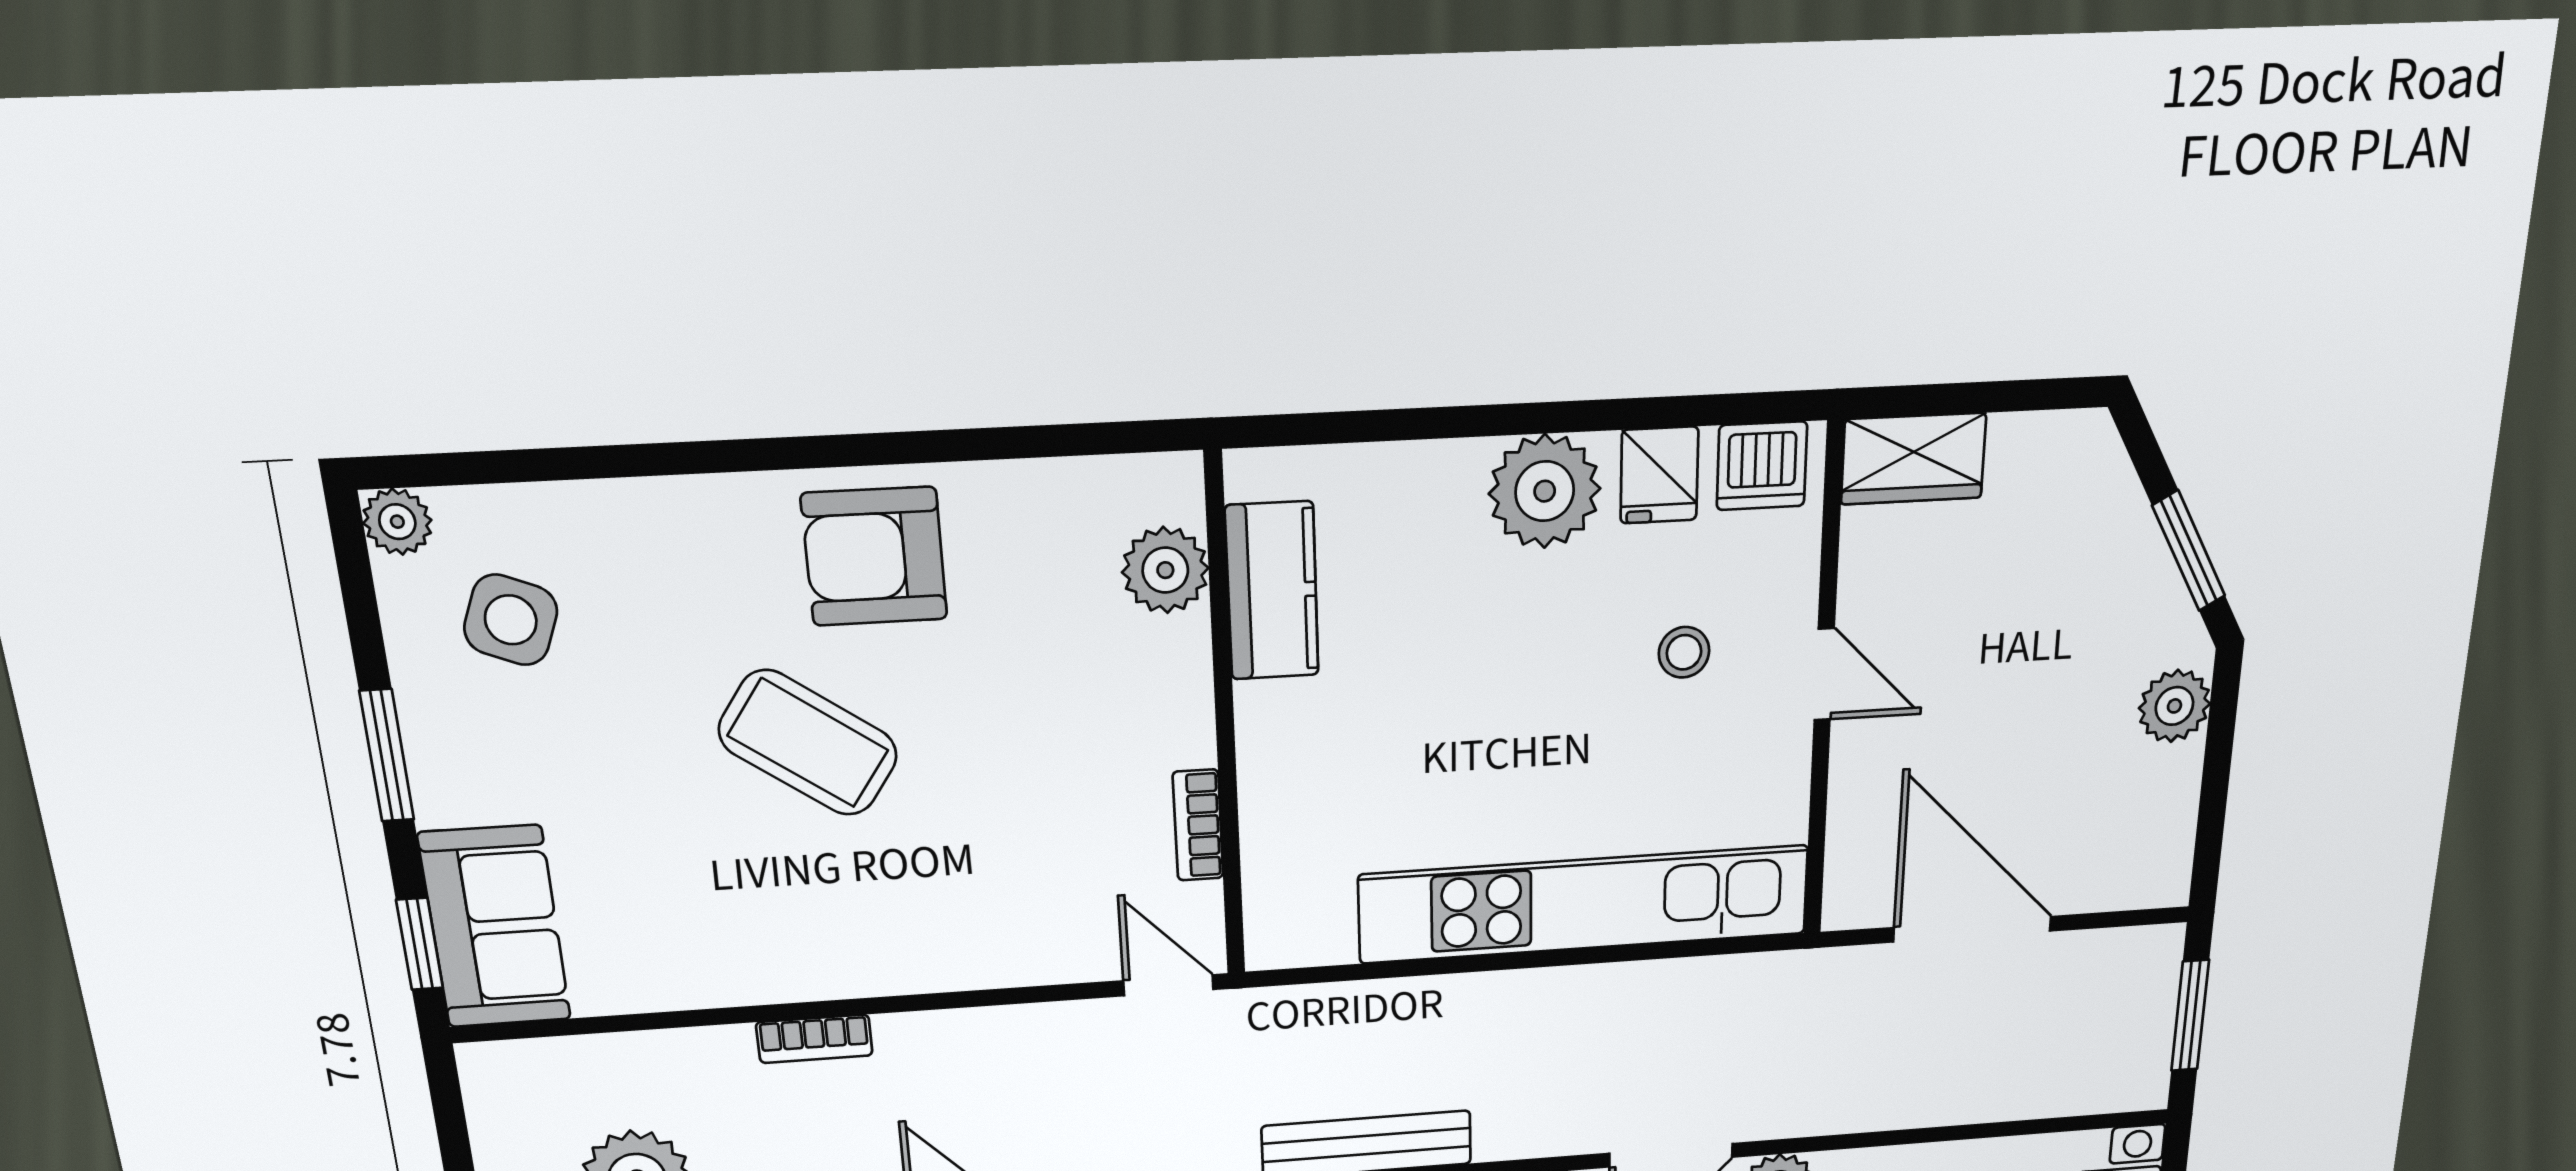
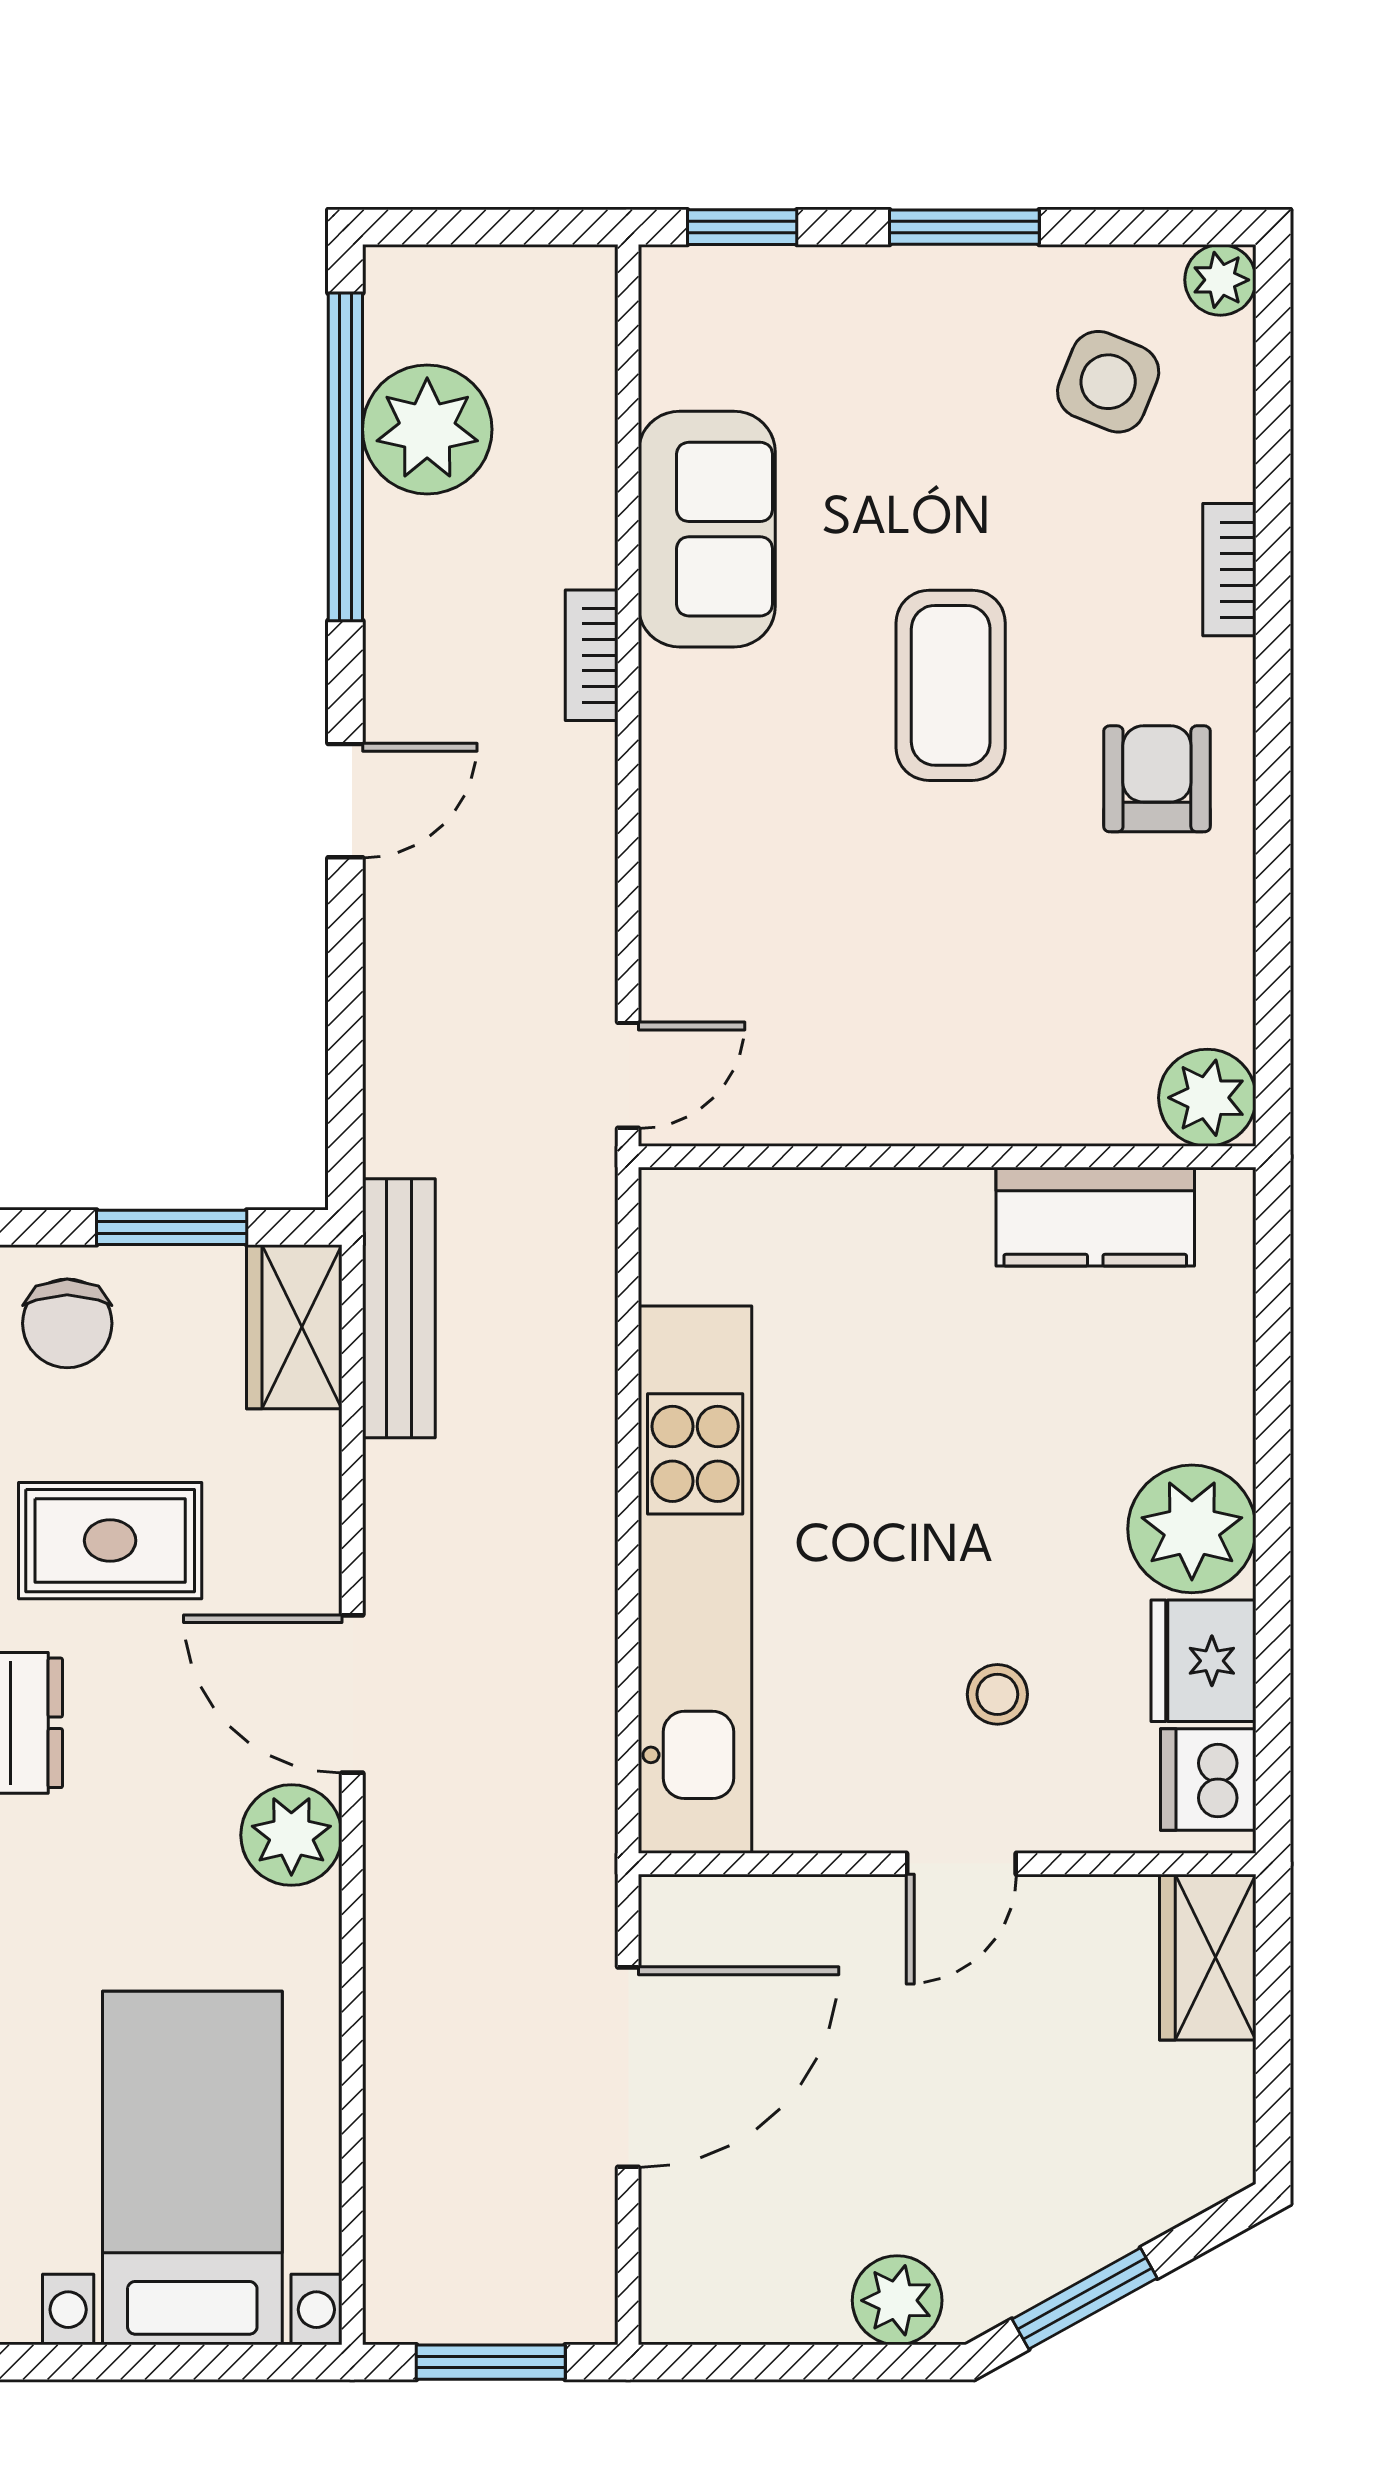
fridge: (1659, 475) -> (1203, 1661), width x1.38
armchair: (874, 556) -> (1157, 779), width x0.72, depth x0.72
plant: (1165, 570) -> (1207, 1098), moved
coffee table: (808, 743) -> (951, 685), turned -35
bookcase: (1198, 825) -> (1229, 570), moved, turned -90
sofa: (495, 927) -> (707, 529), moved, turned -90

